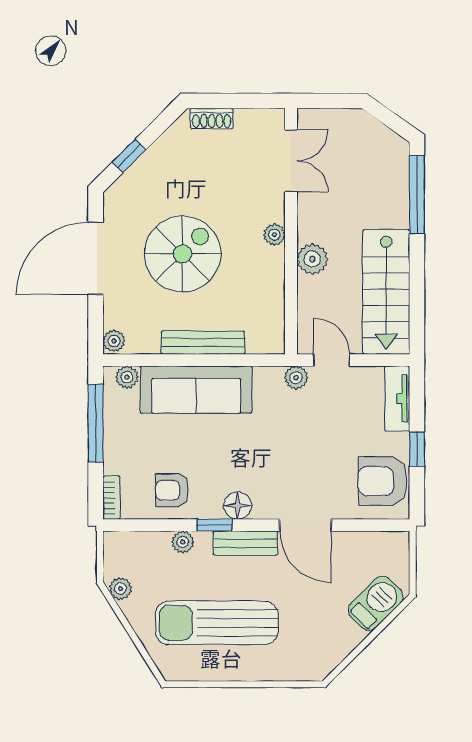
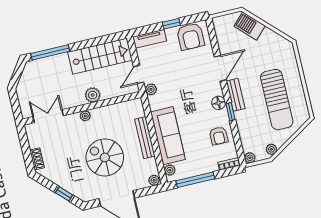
plant: (183, 542) -> (250, 158), moved

